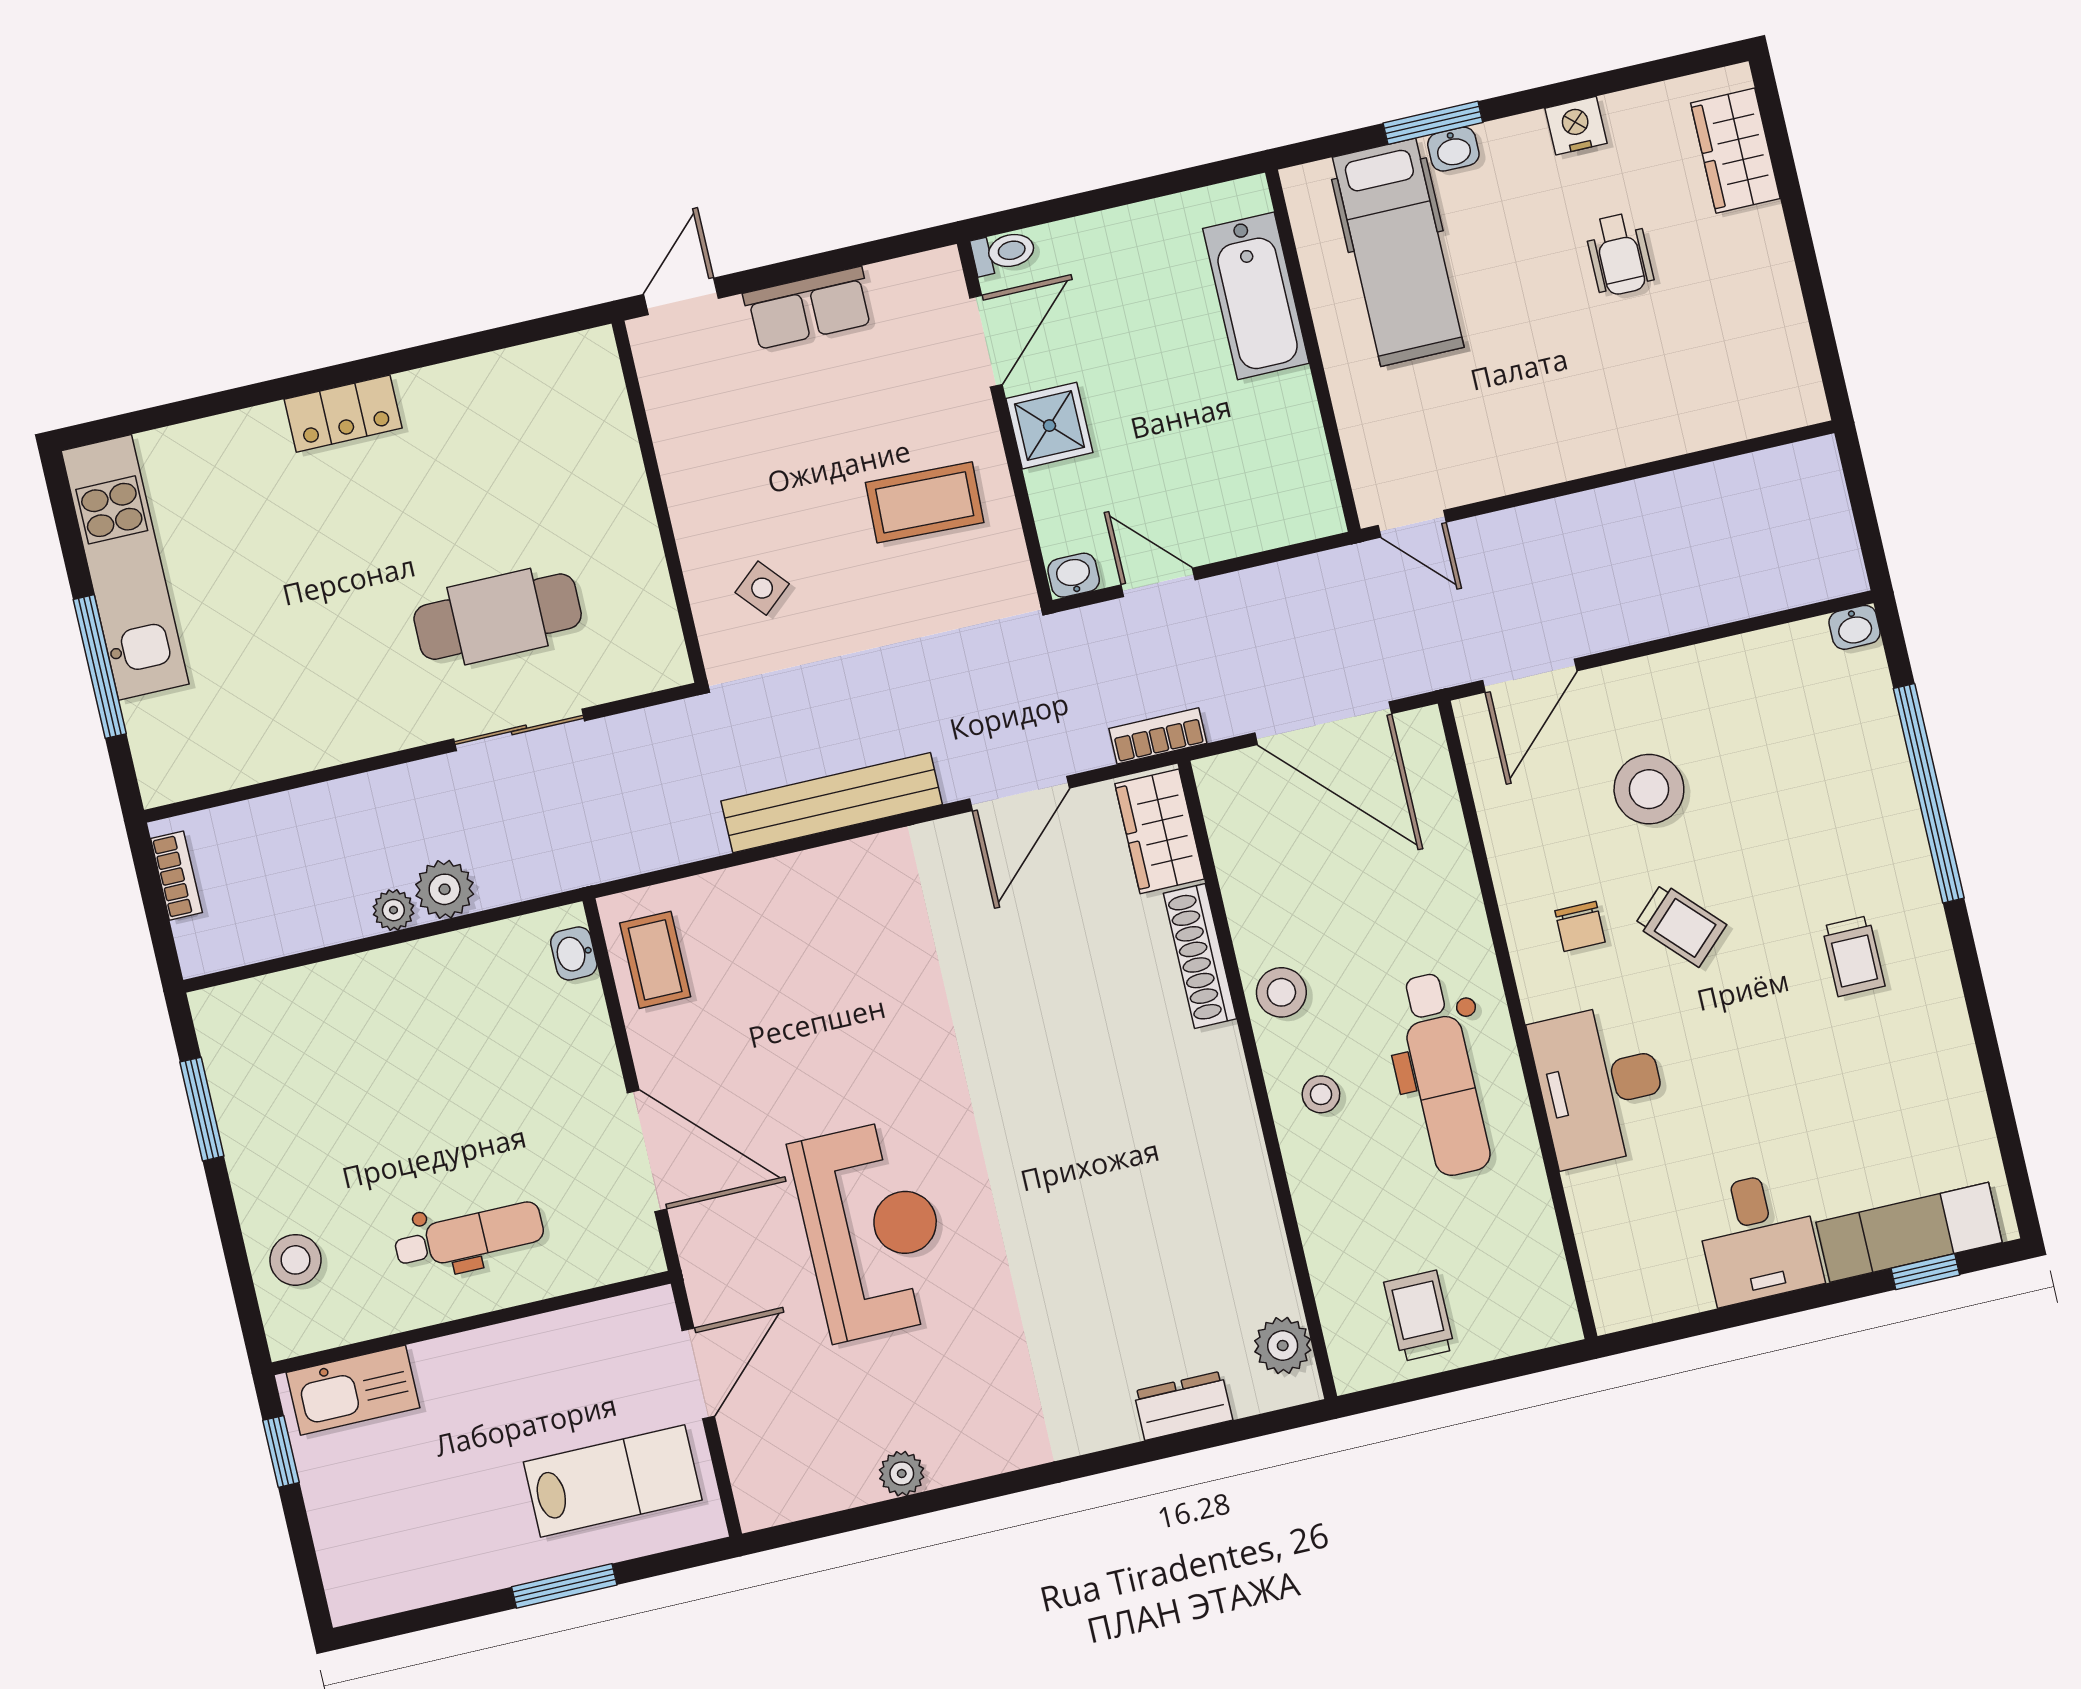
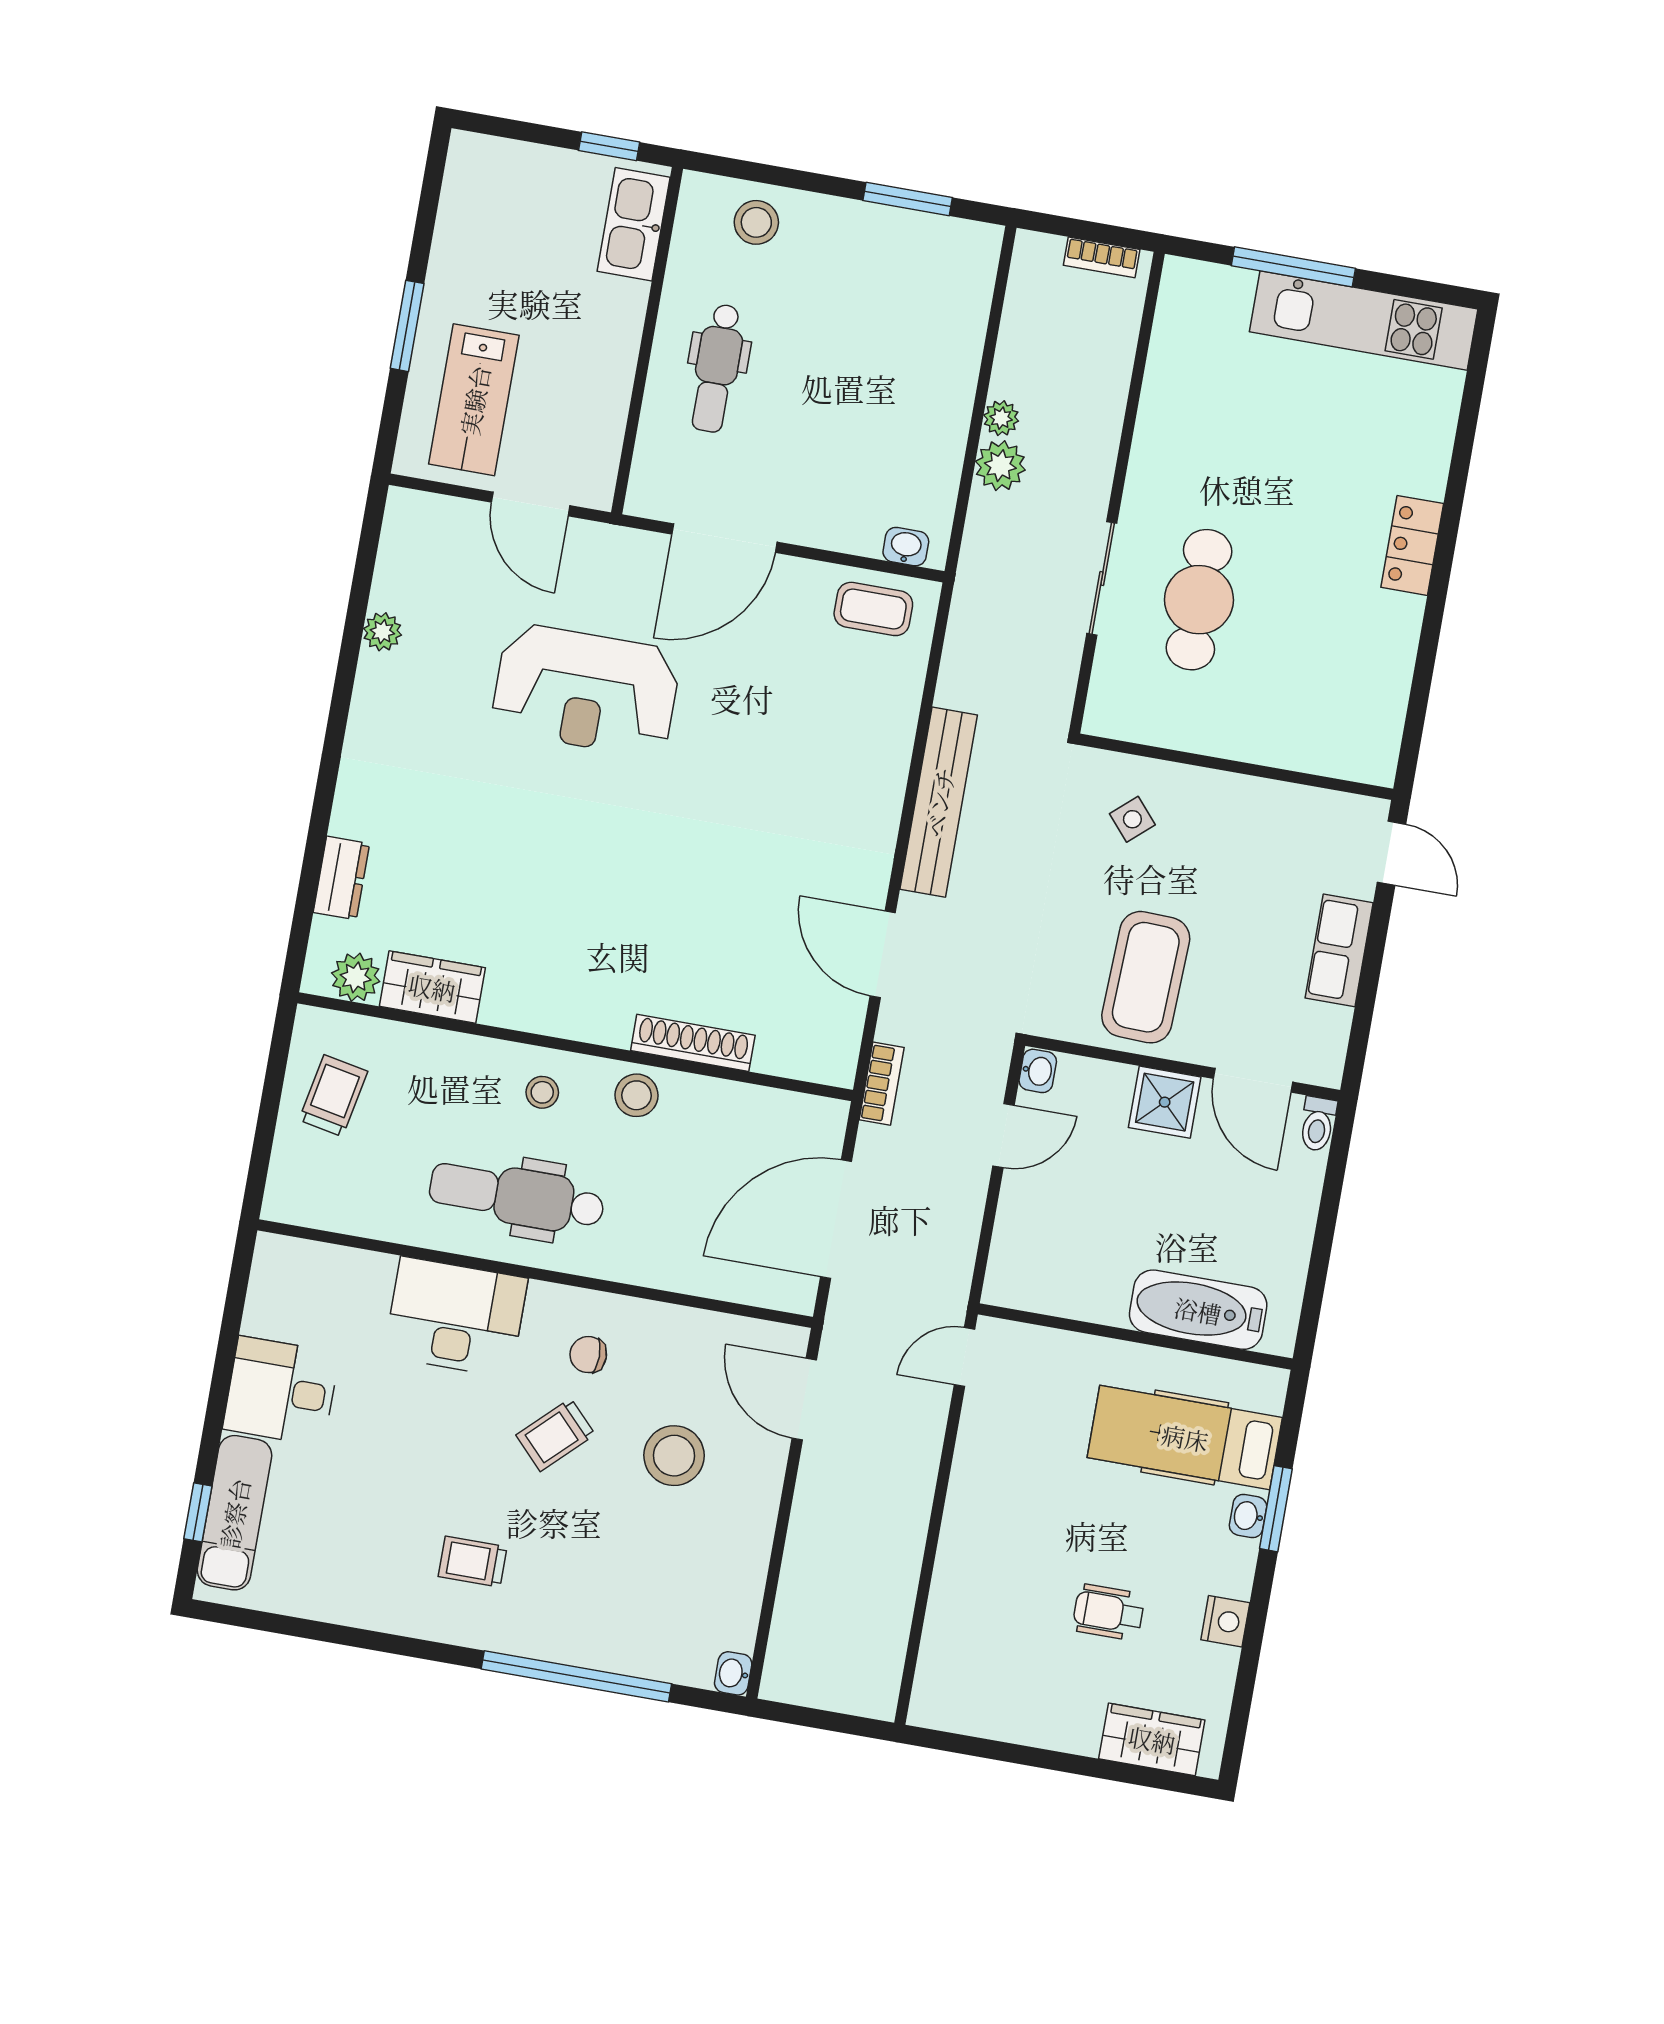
coffee table: (925, 502) -> (1146, 977), width x1.36, depth x1.32
wardrobe: (1160, 831) -> (432, 987), moved
trolley: (1419, 1316) -> (333, 1096), turned -79

